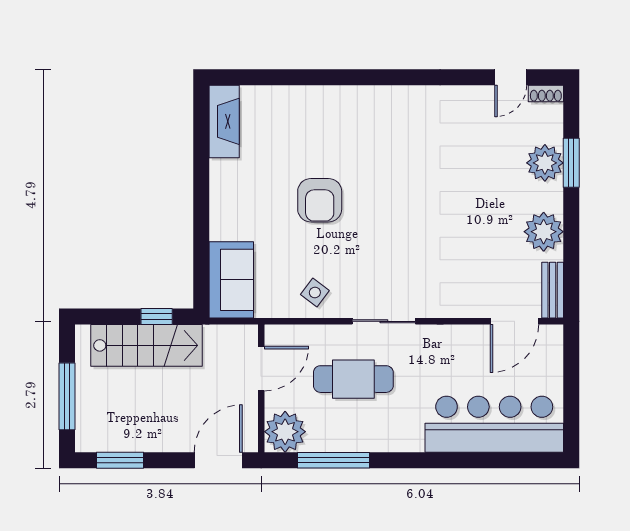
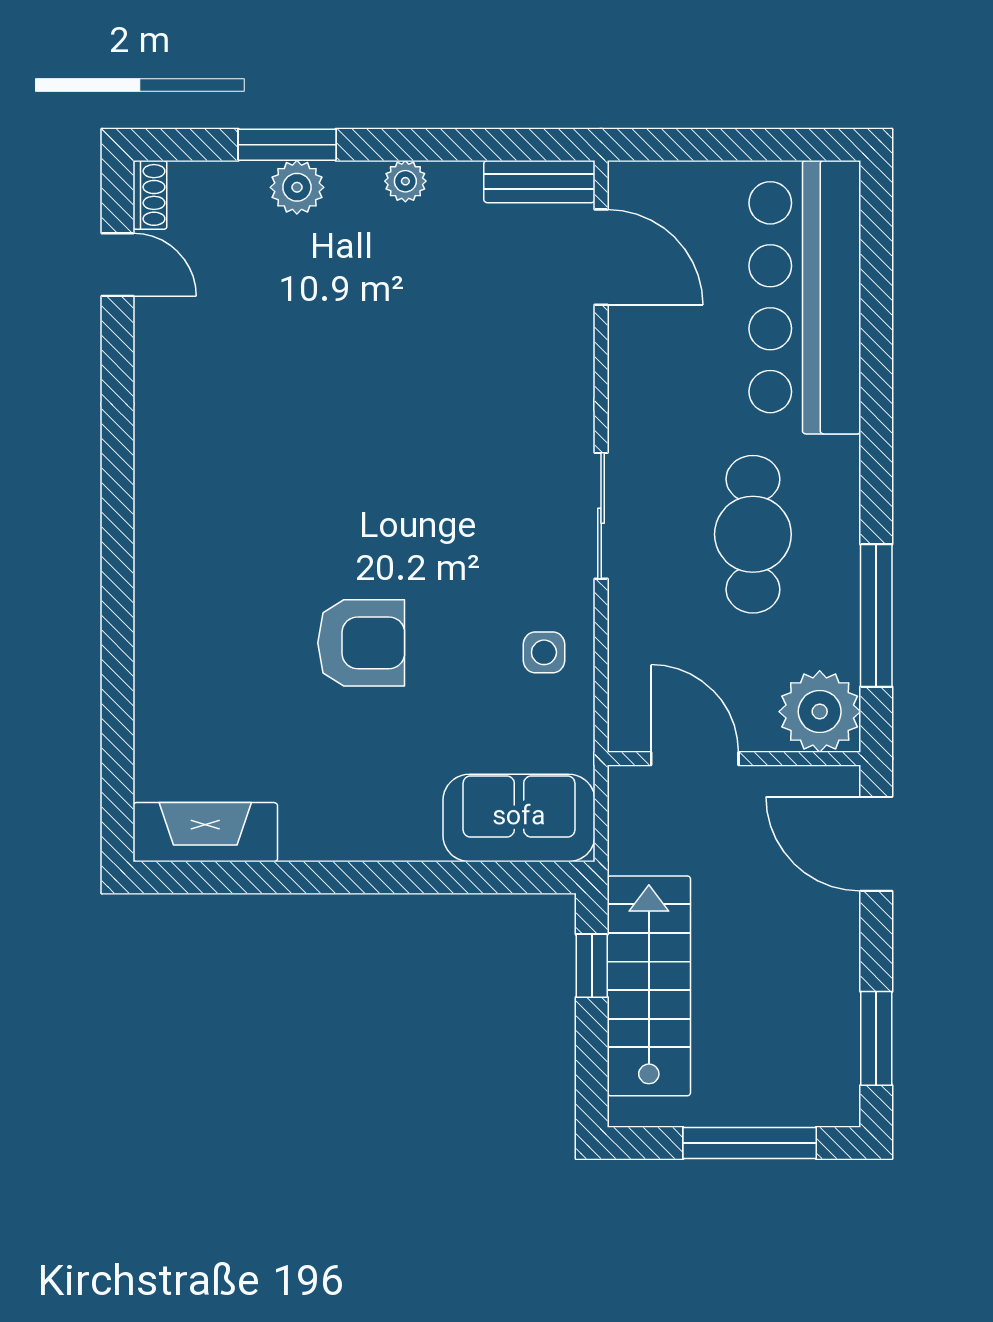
plant: (545, 163) -> (297, 187), width x0.73, depth x0.73
plant: (544, 232) -> (405, 181), width x0.53, depth x0.53
side table: (315, 293) -> (544, 652), turned -37
cafe table: (353, 379) -> (753, 534), moved

